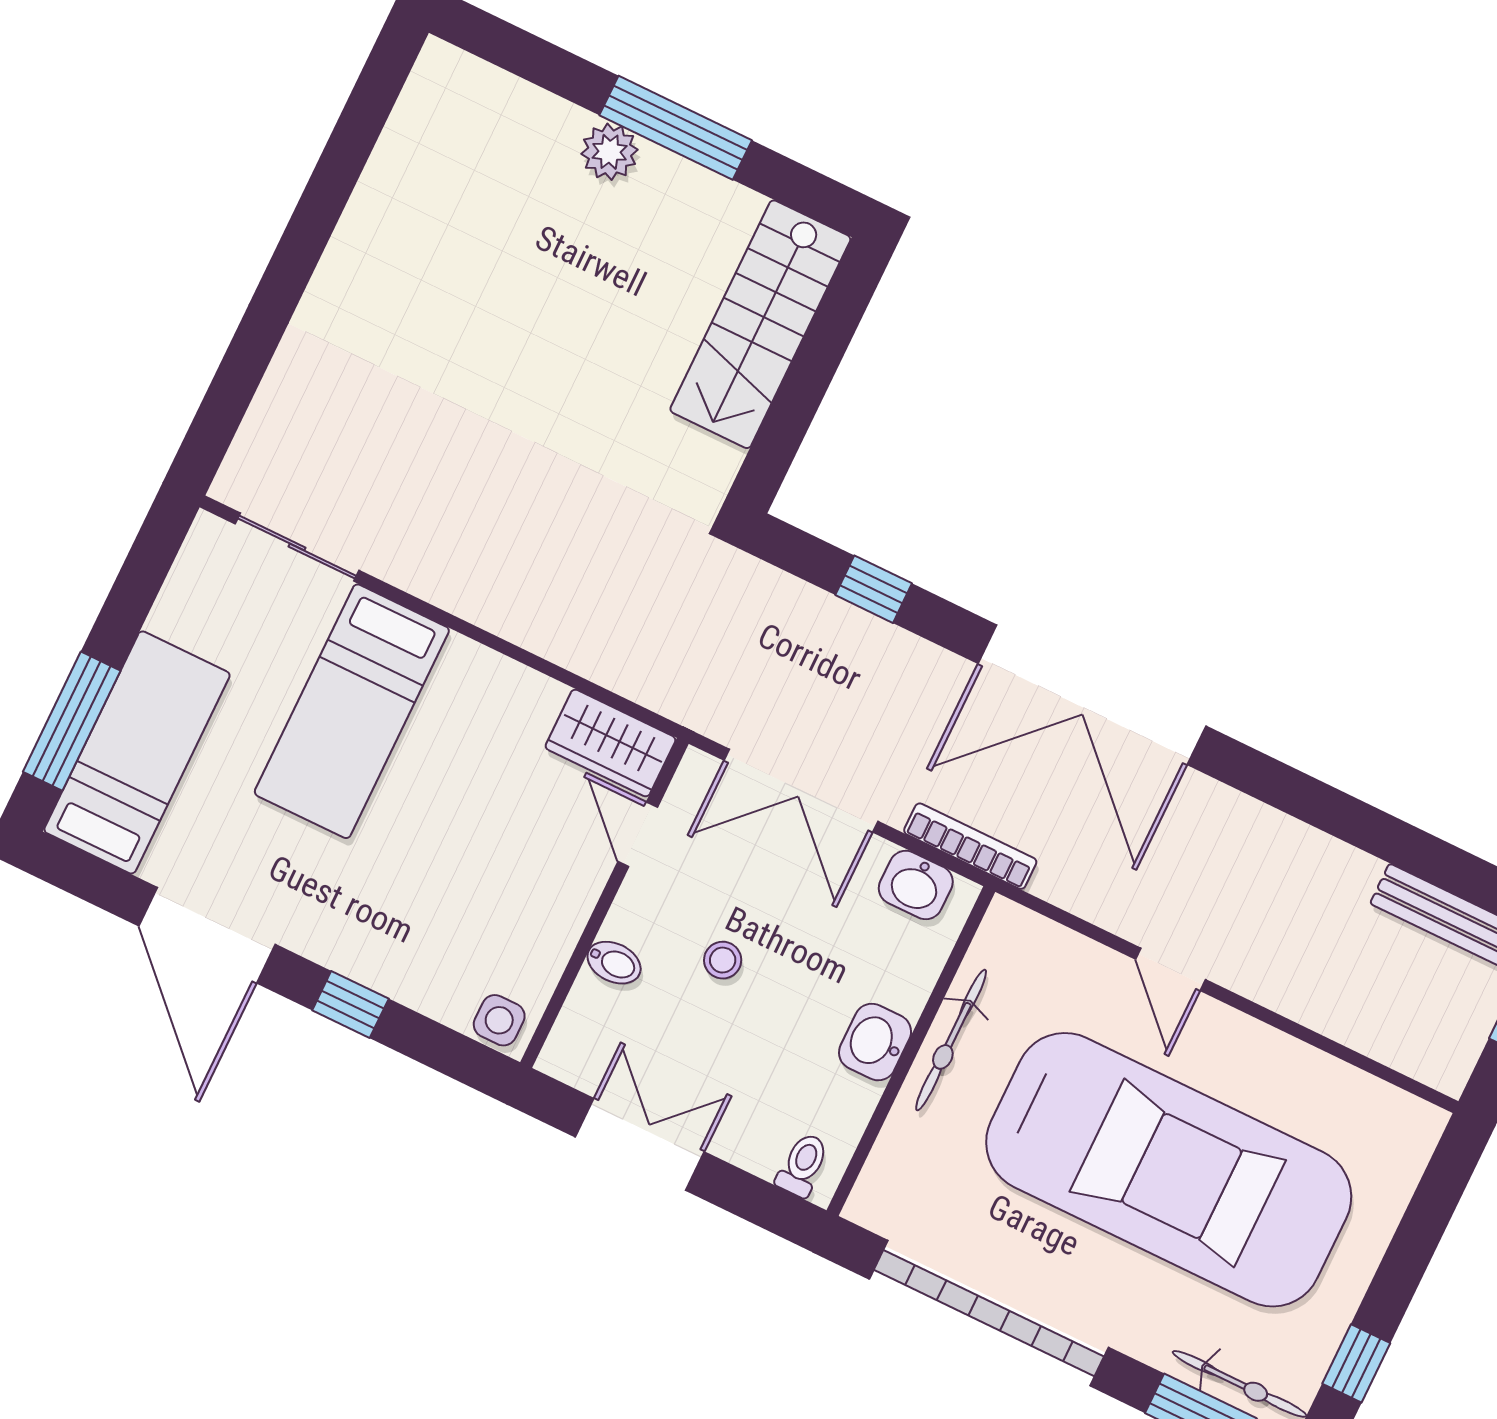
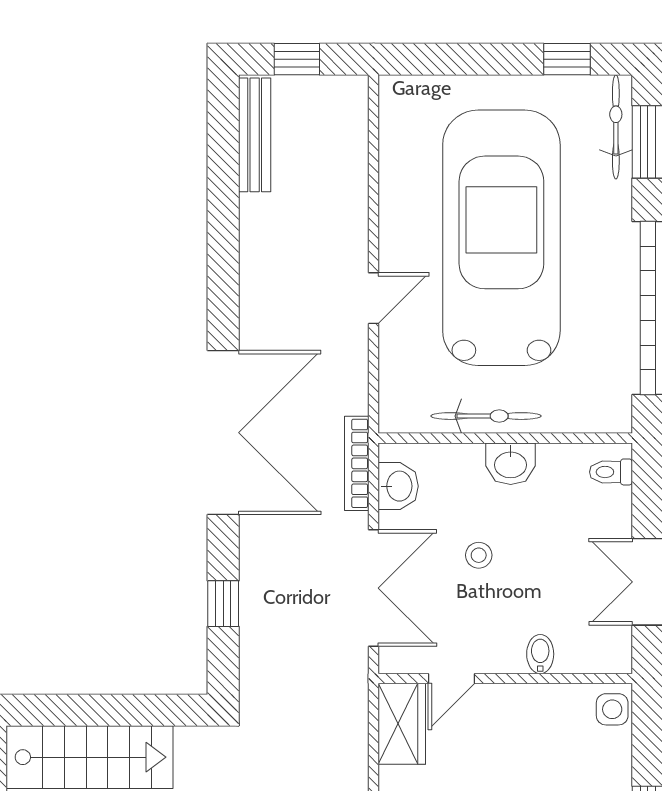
stool: (723, 960) -> (479, 555), moved

